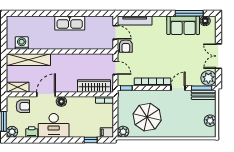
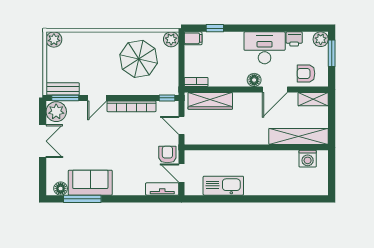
tv unit: (135, 21) -> (162, 189), width x0.71
kitchen sink: (70, 23) -> (223, 186), moved
plant: (210, 121) -> (54, 40), moved

